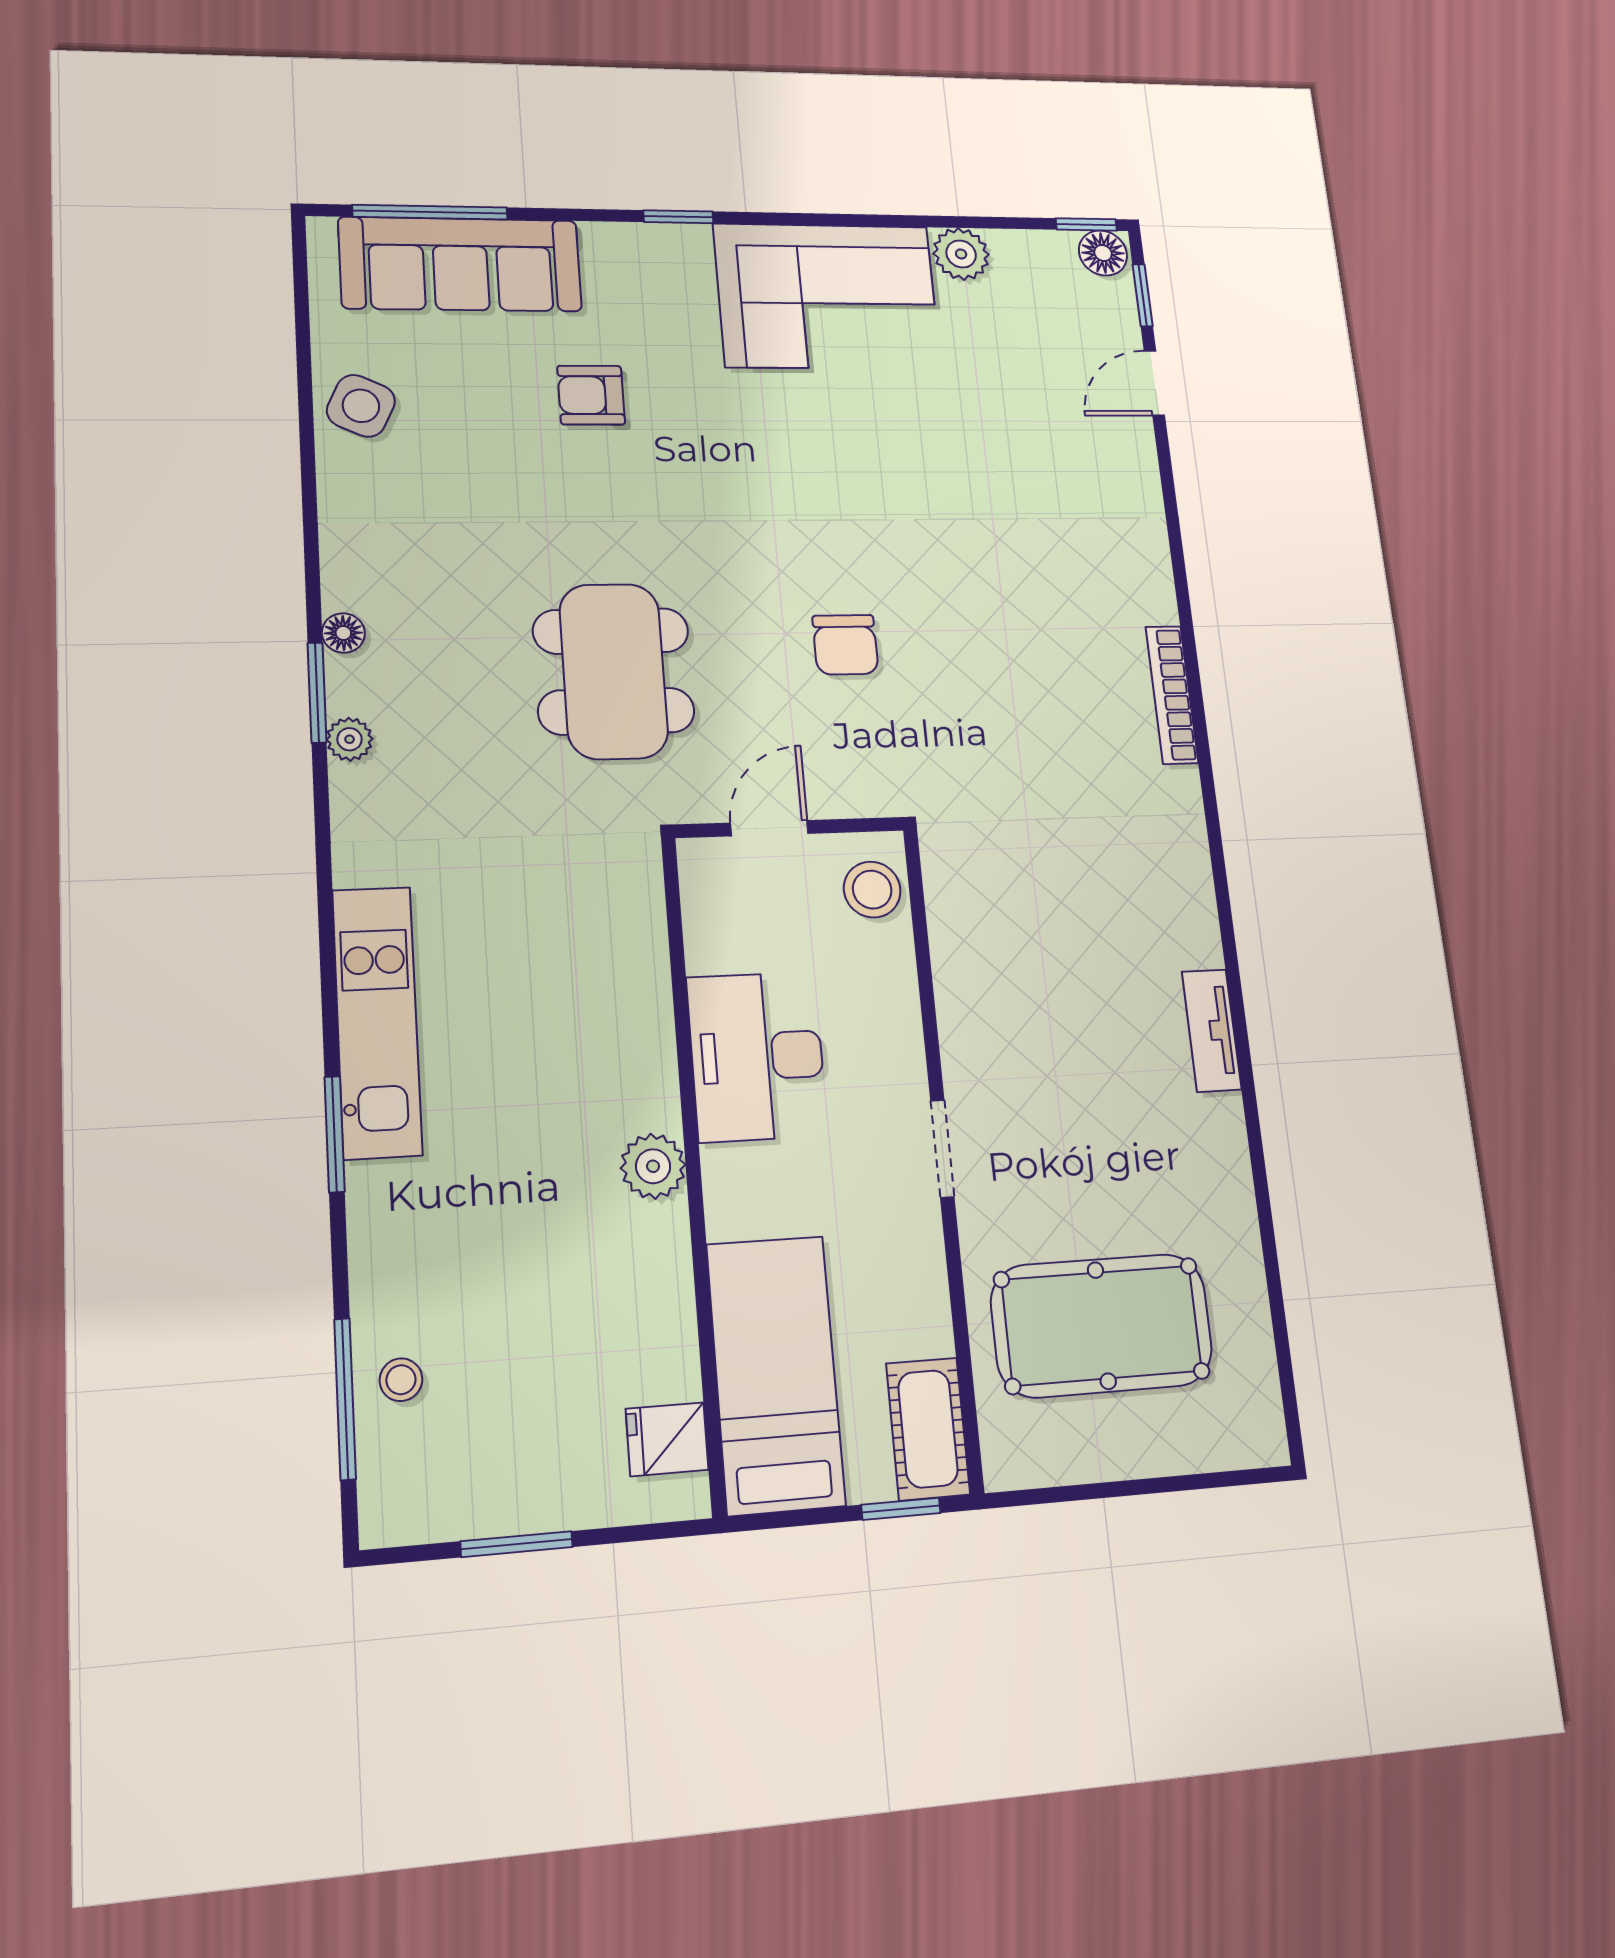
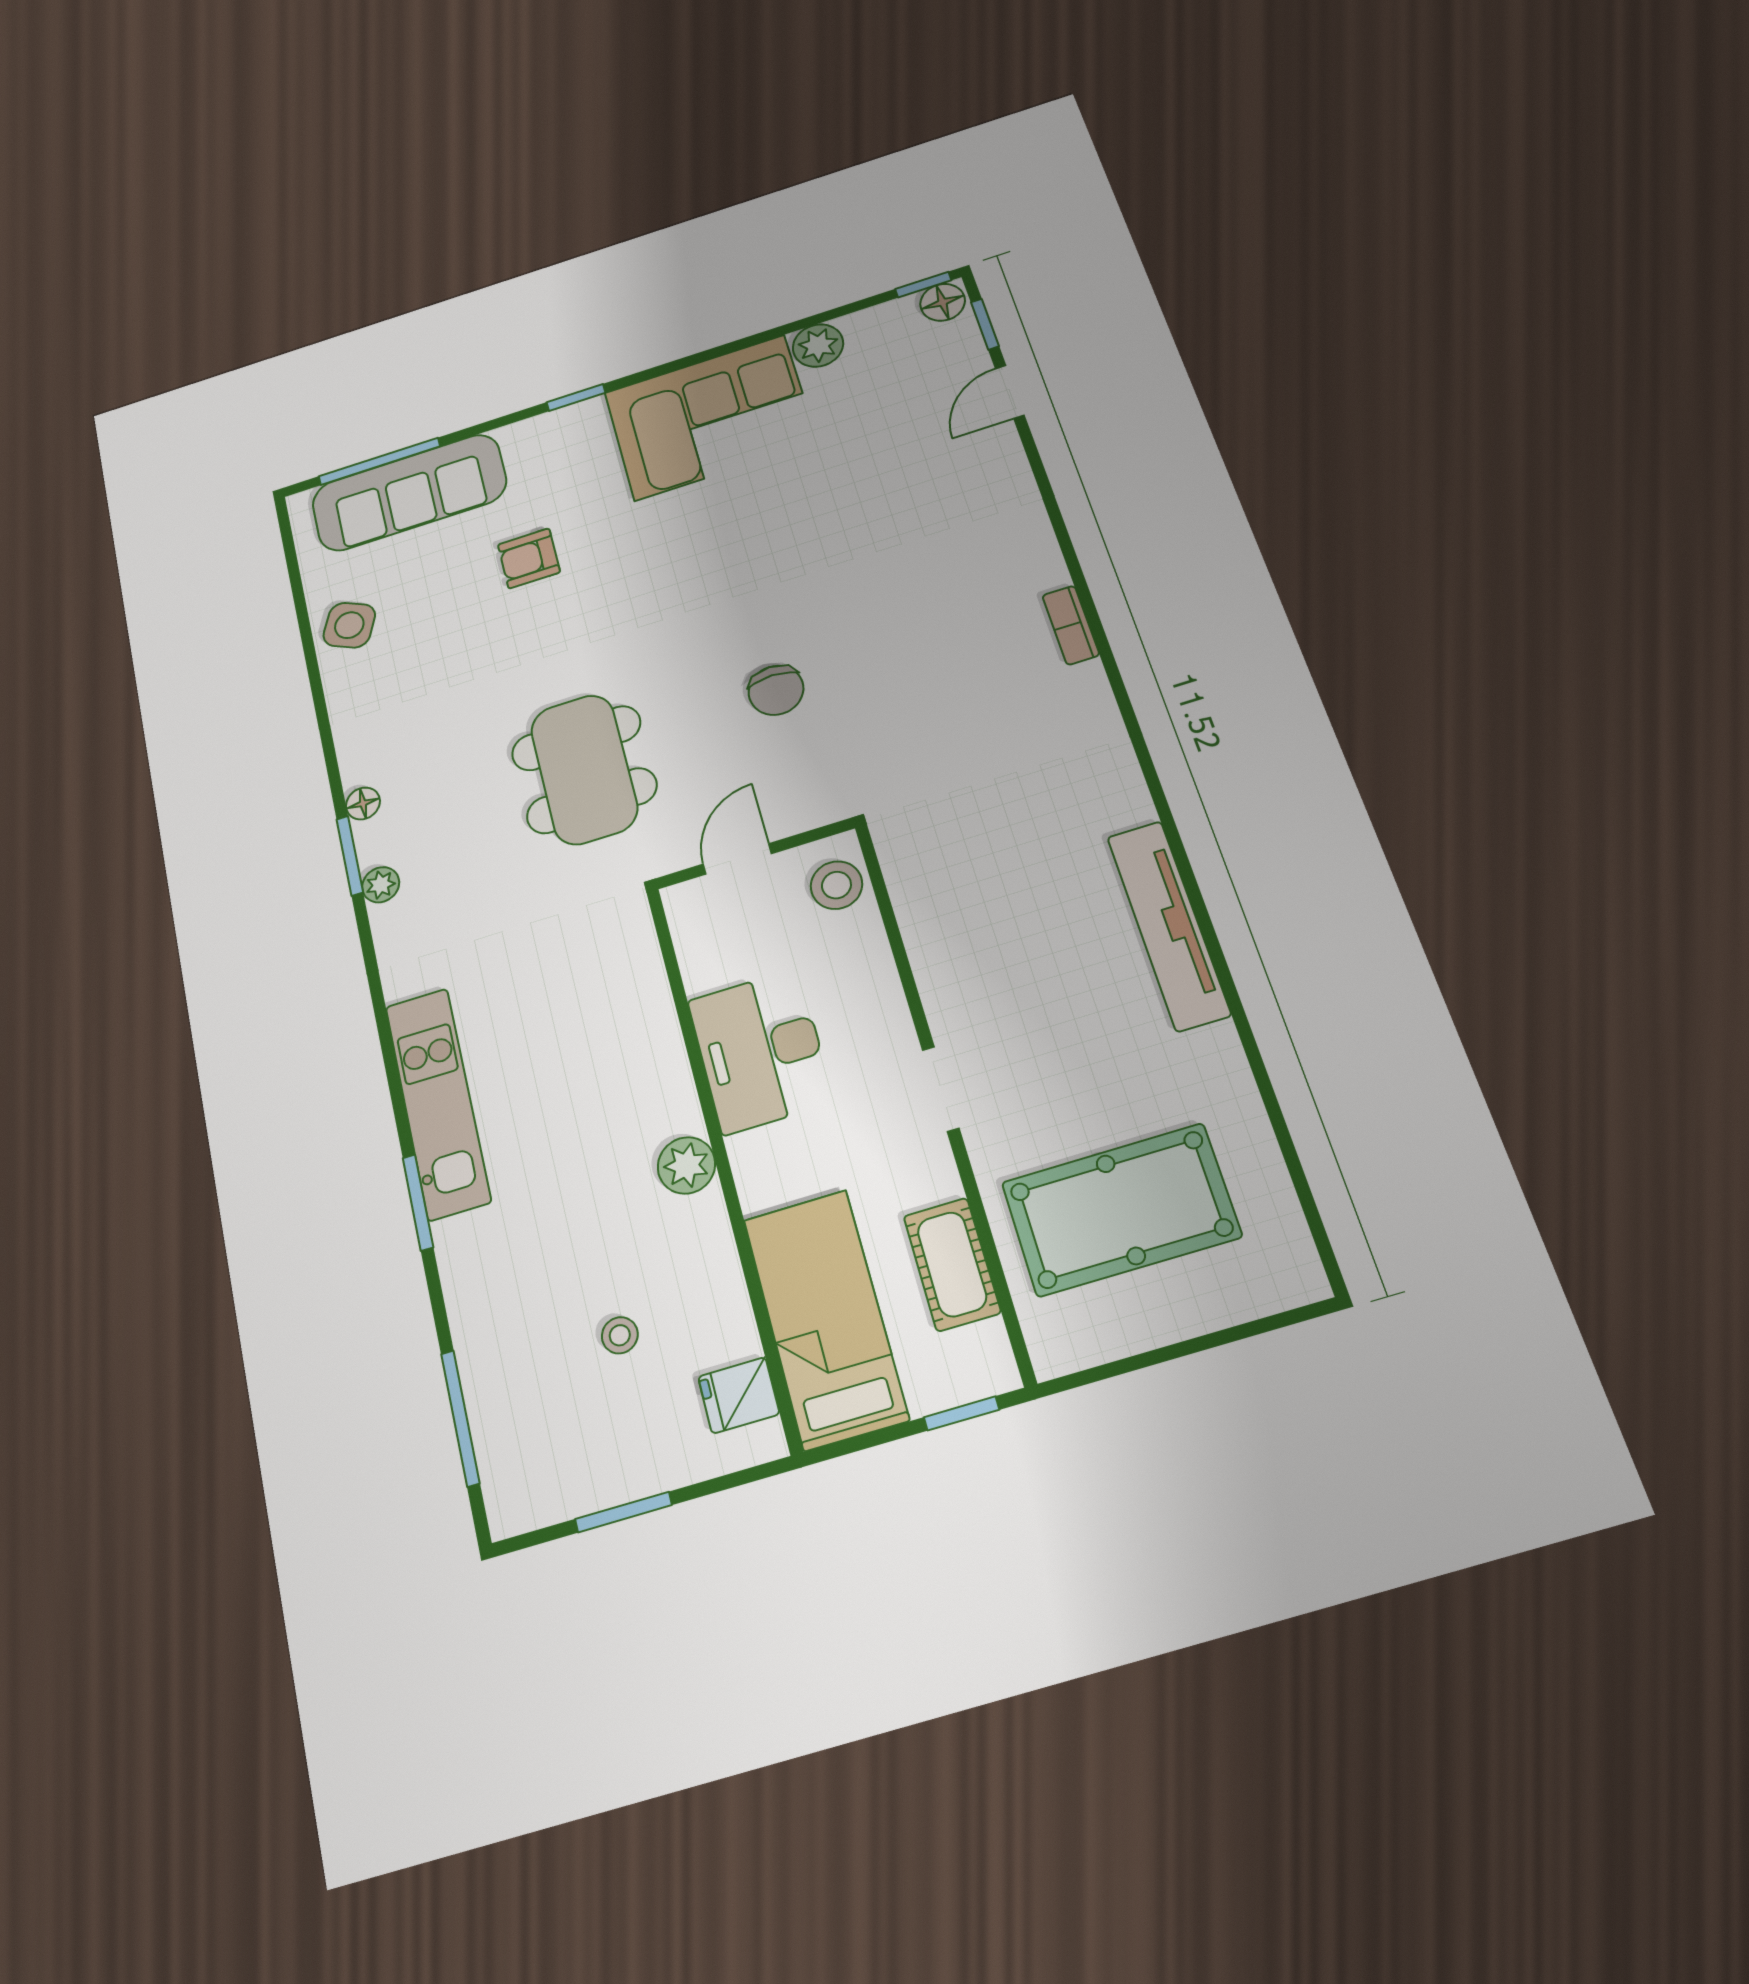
bookcase: (1172, 695) -> (1071, 625), width x0.64
tv unit: (1212, 1030) -> (1168, 925), width x1.92, depth x1.29
stool: (401, 1380) -> (620, 1335), moved
cot: (928, 1429) -> (952, 1264), moved

